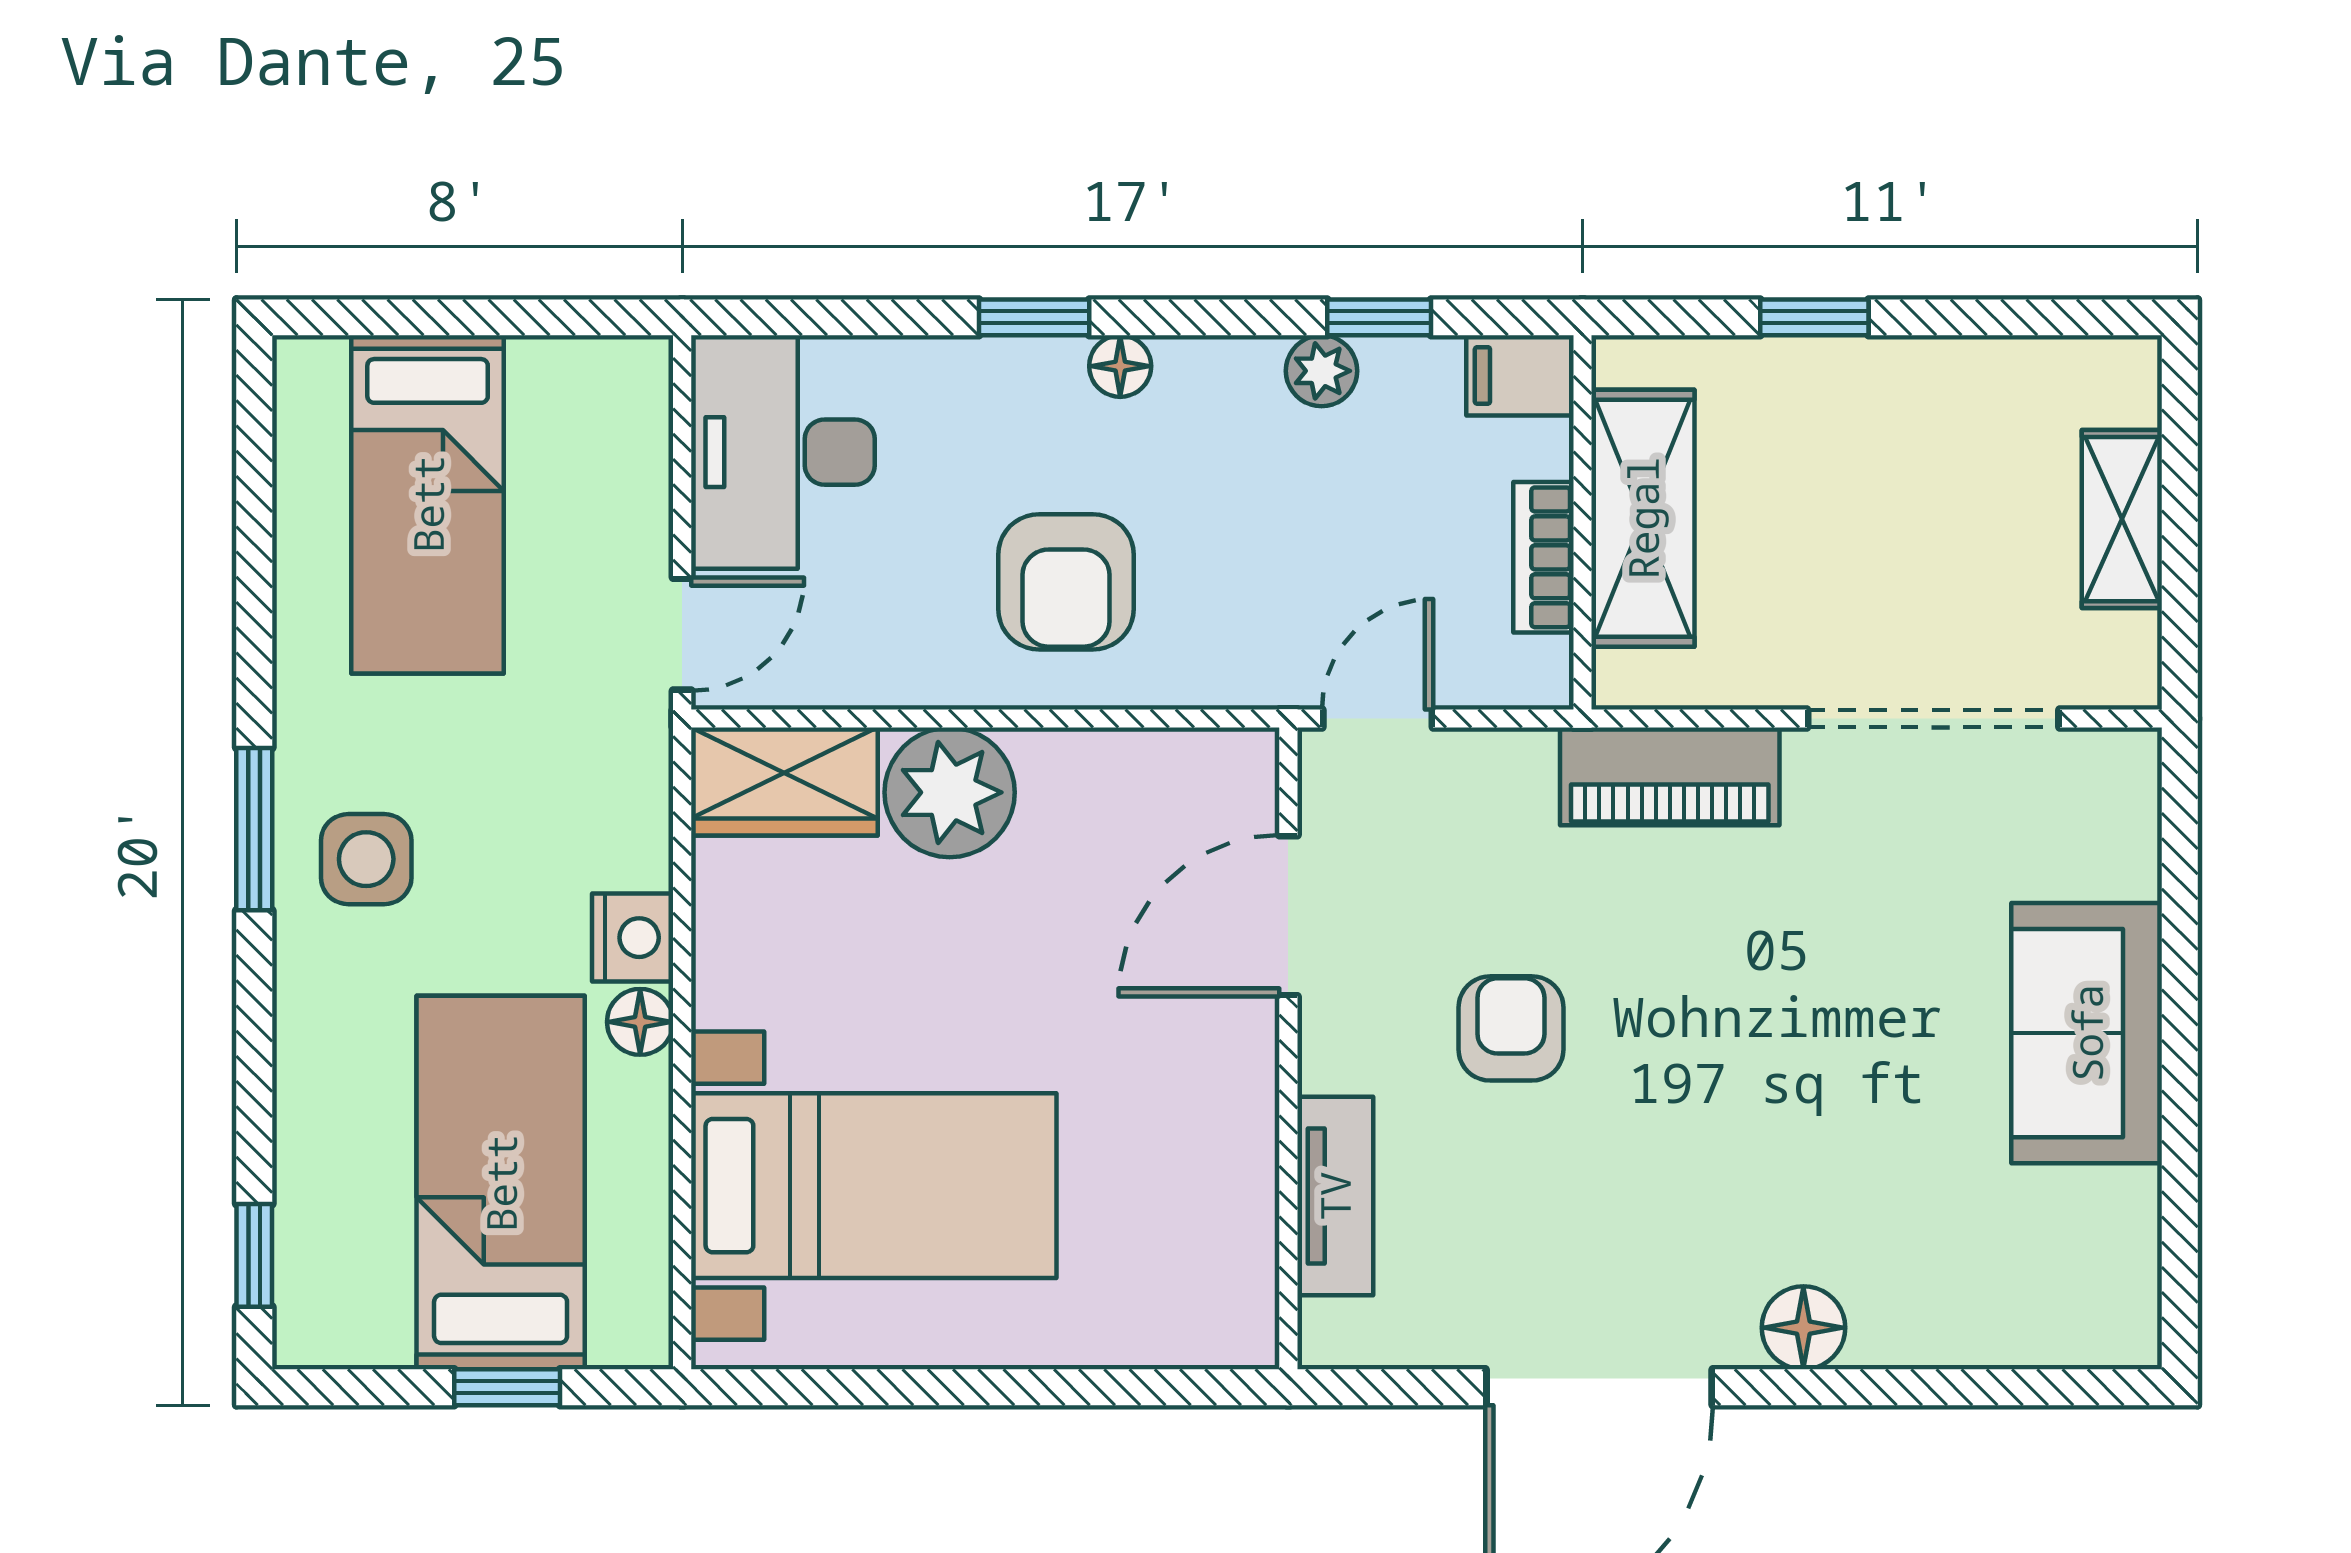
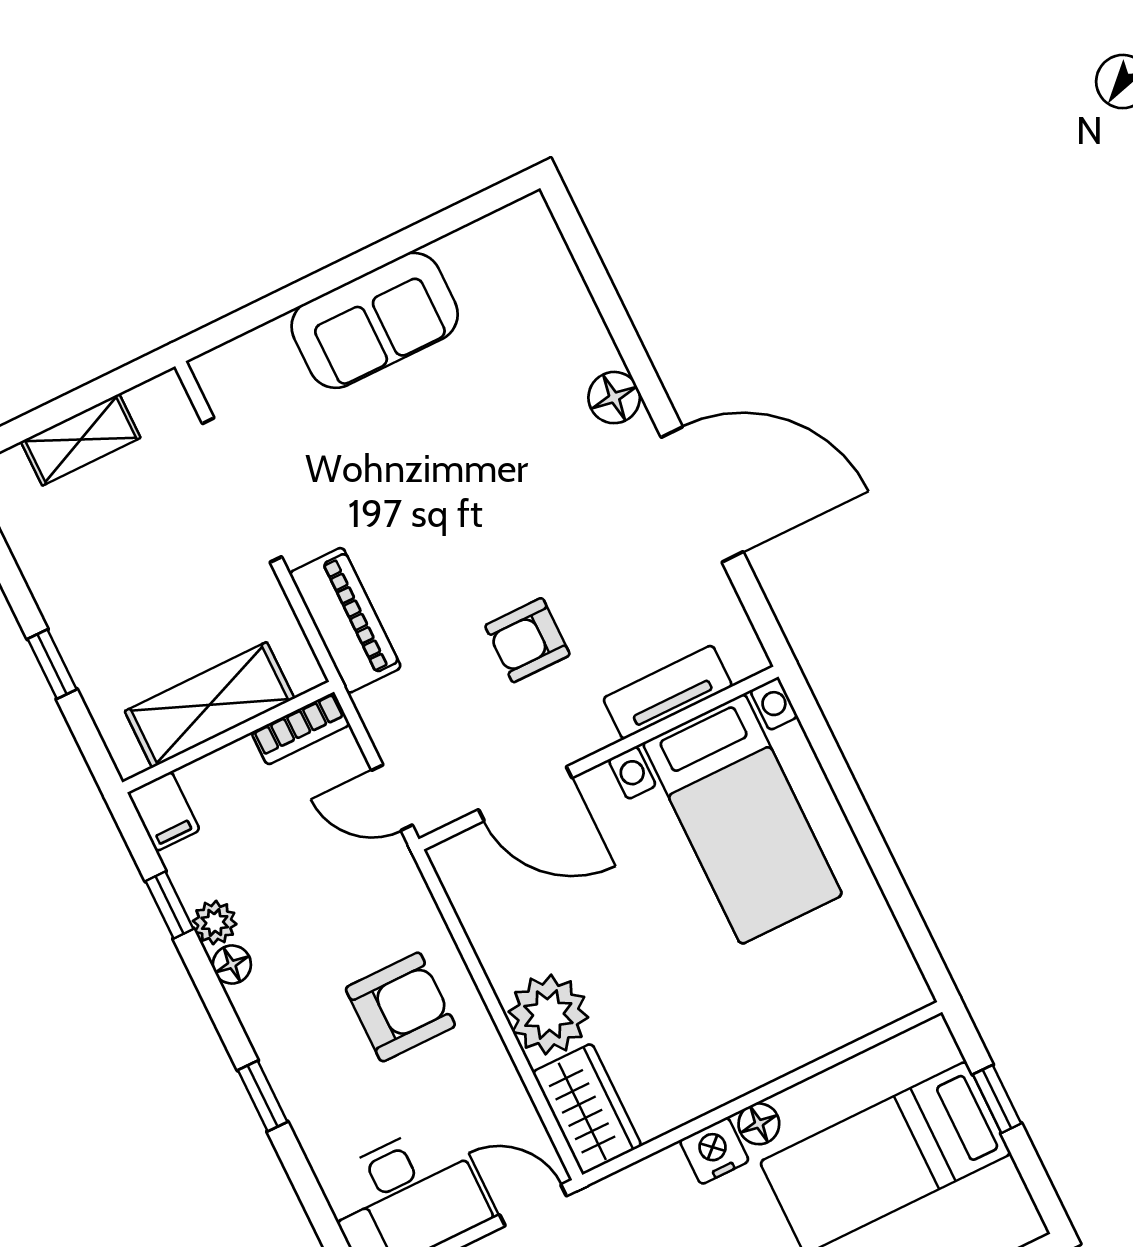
floor lamp: (1120, 366) -> (232, 964), moved
bookcase: (1543, 557) -> (301, 729), moved
bed with nightstands: (874, 1186) -> (743, 819), moved, turned 180

